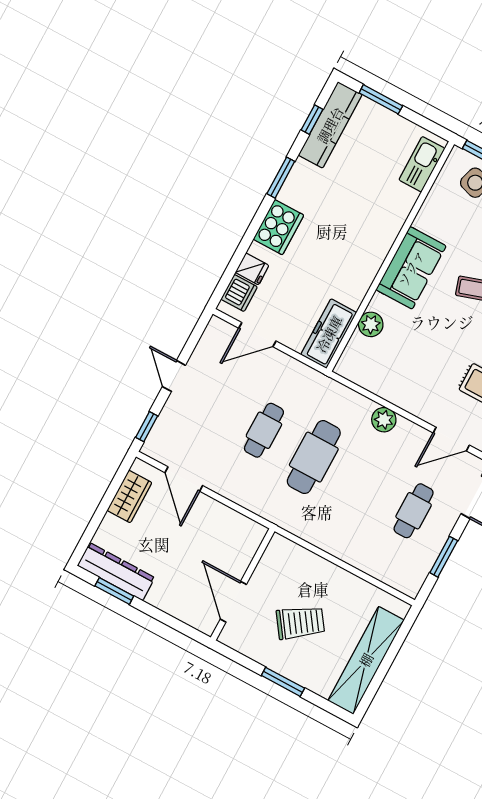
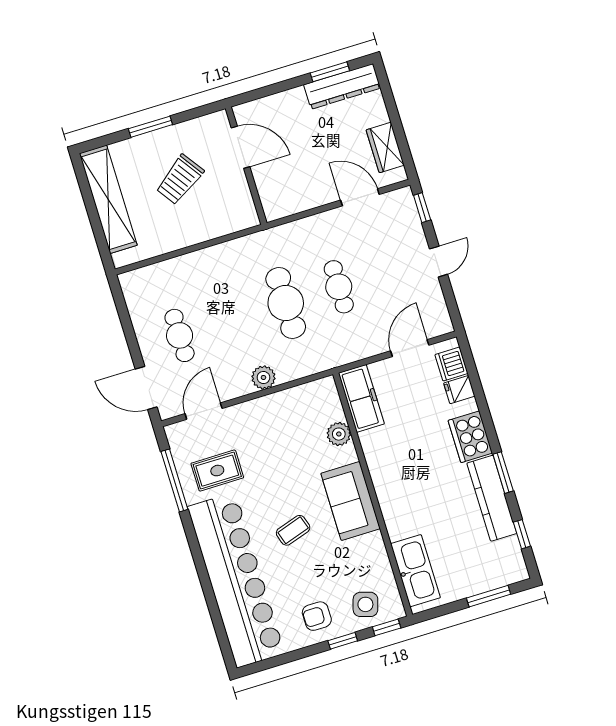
kitchen counter: (330, 125) -> (492, 498), moved
kitchen sink: (422, 164) -> (416, 571), width x1.36, depth x1.24
door: (174, 376) -> (439, 262), hinge flipped
window: (444, 557) -> (127, 325), removed

